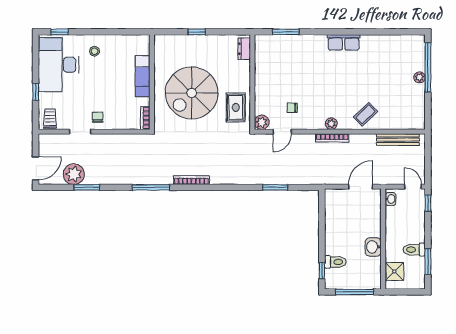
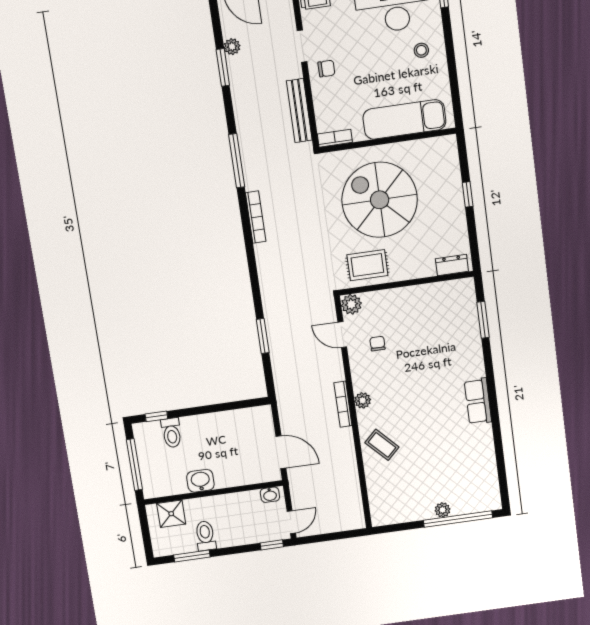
exam couch: (143, 76) -> (404, 119), width x1.36, depth x1.45
bench: (398, 140) -> (299, 111), moved
plant: (74, 174) -> (232, 47), width x0.53, depth x0.53

